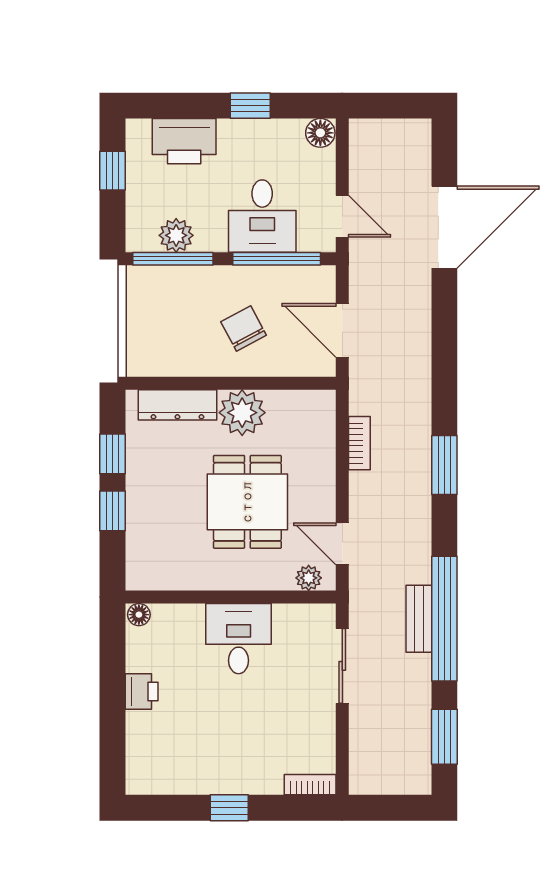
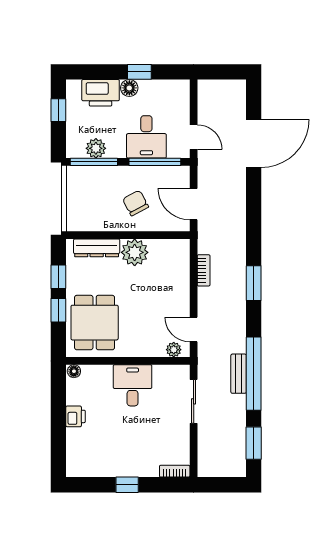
floor lamp: (320, 133) -> (129, 88), moved
dining table: (247, 502) -> (95, 323), moved

